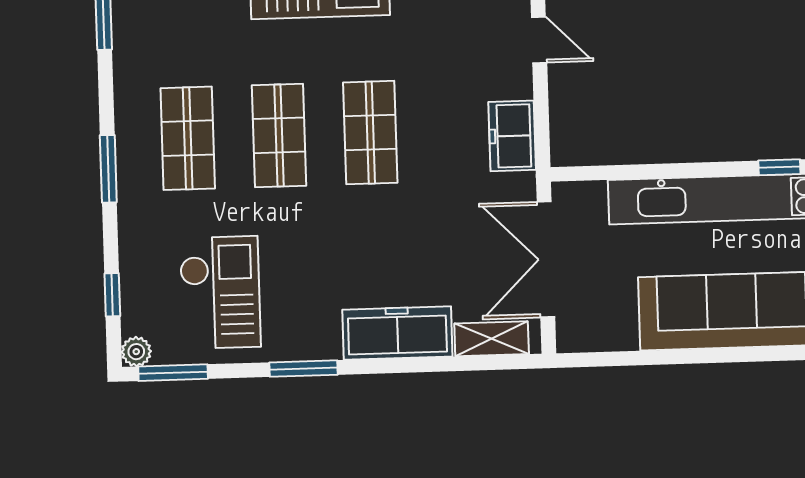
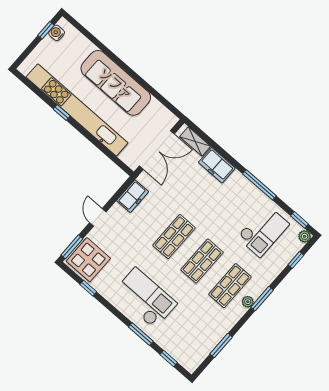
plant: (129, 139) -> (248, 302), added
checkout: (220, 292) -> (263, 231), turned 180
freezer: (397, 333) -> (217, 165), width x0.71
window: (304, 369) -> (259, 185), width x1.44
window: (173, 373) -> (299, 220), width x0.67

